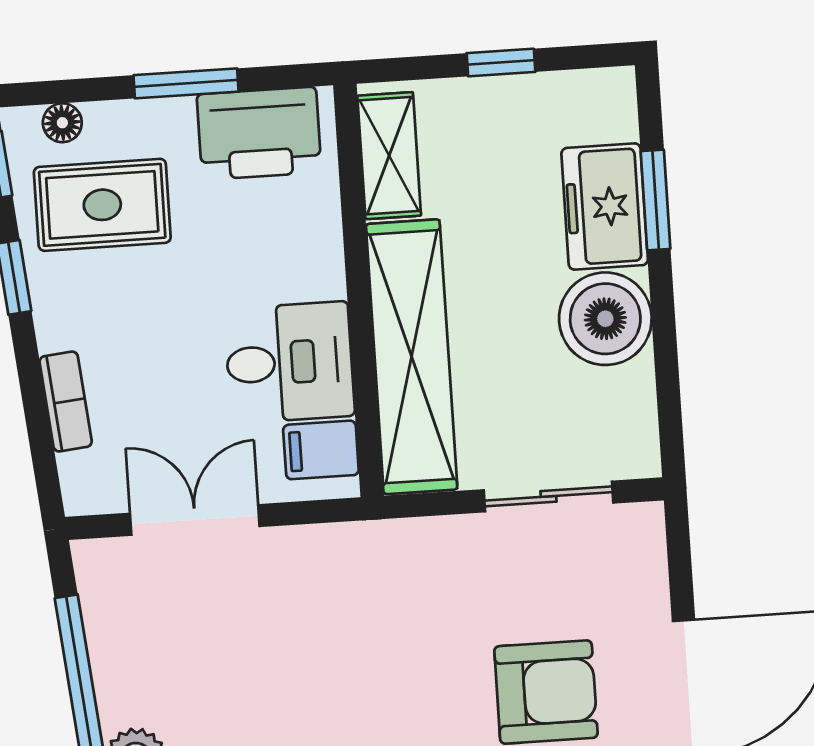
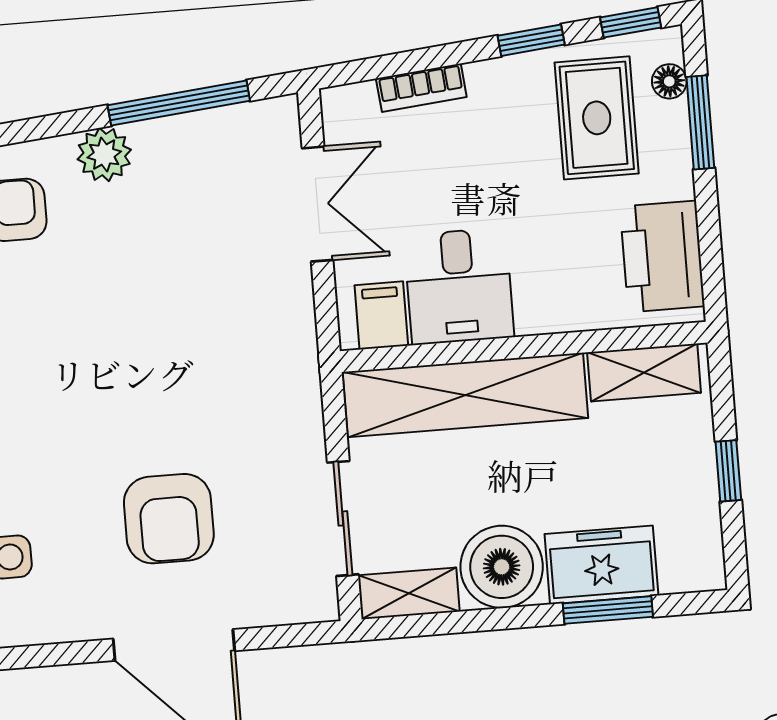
window: (186, 83) -> (700, 122), moved
shelving: (634, 424) -> (409, 593), added

